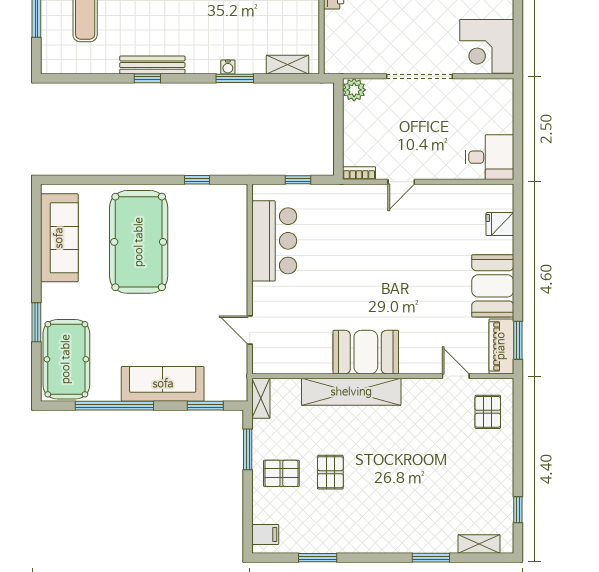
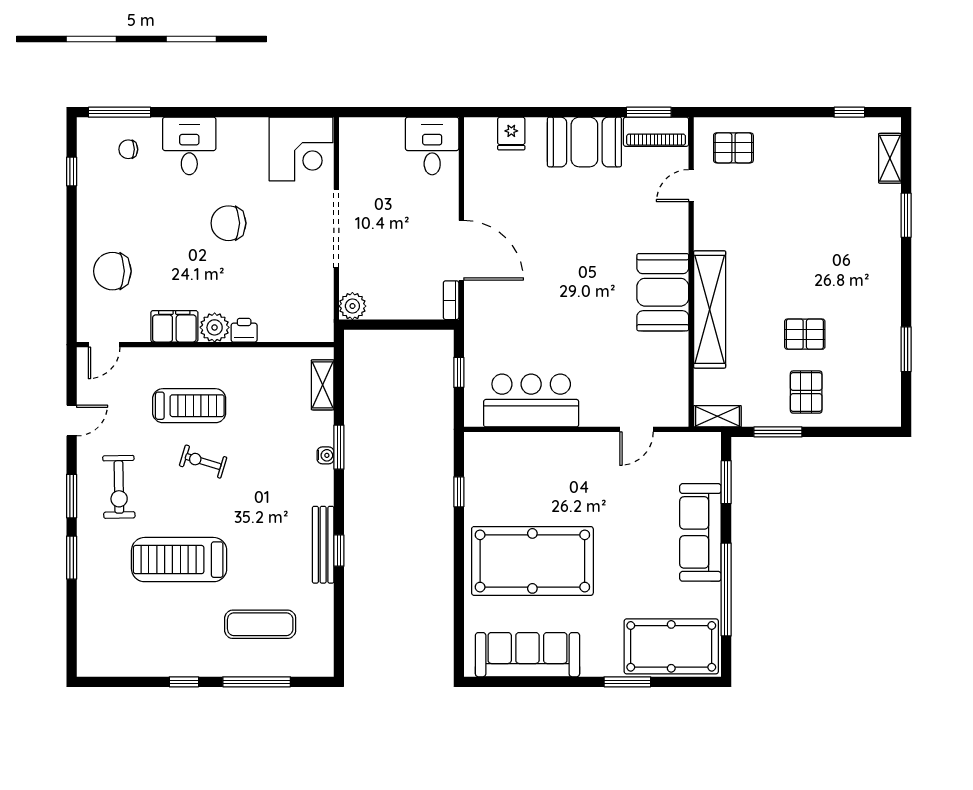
door: (401, 182) -> (461, 250), width x1.88
filing cabinet: (265, 535) -> (879, 411), removed

